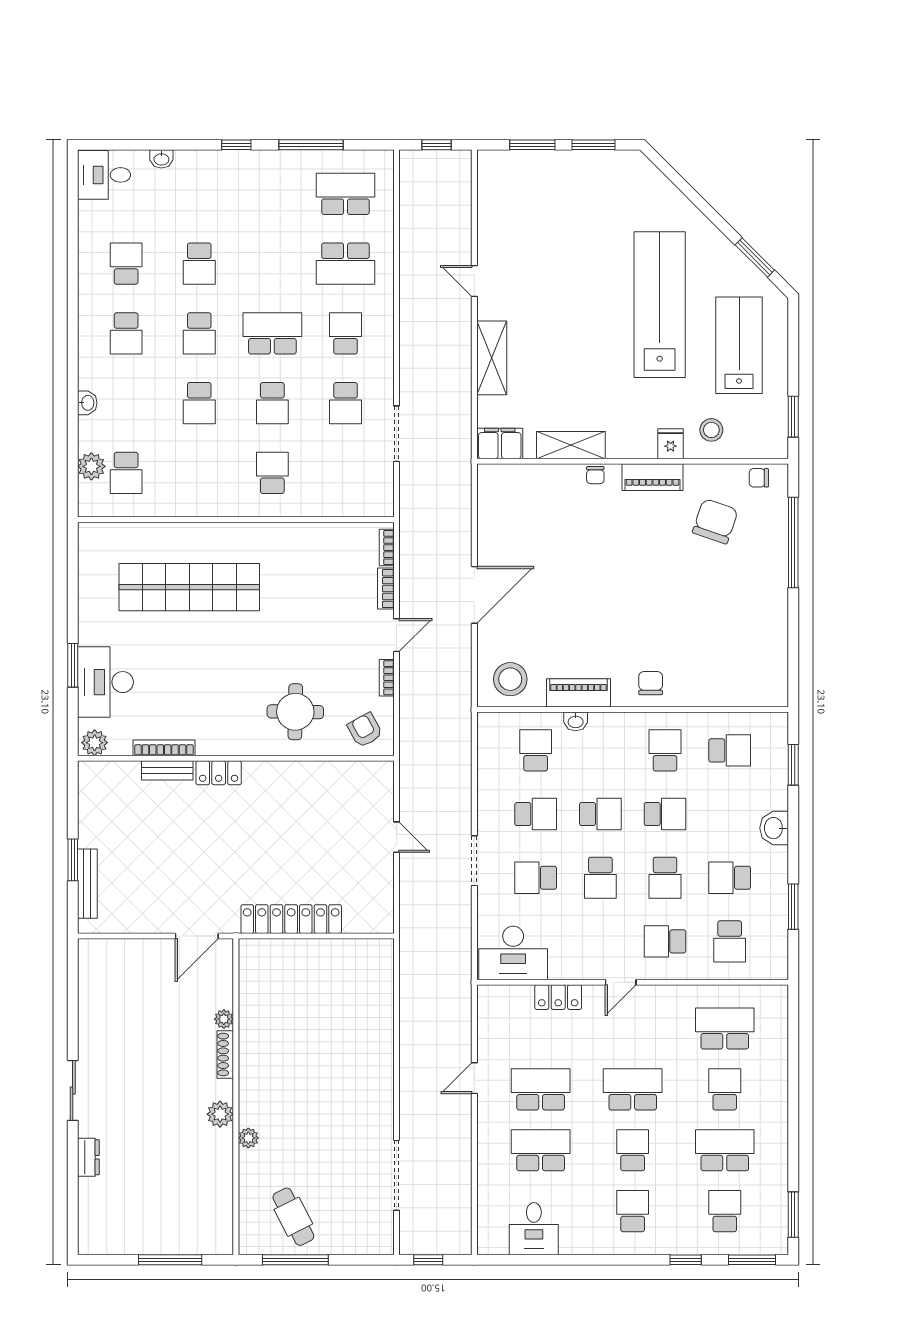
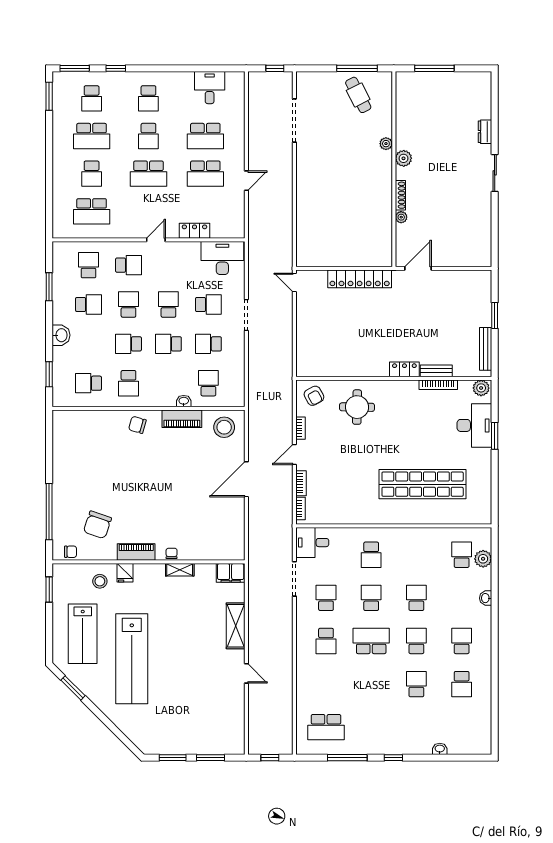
desk: (104, 175) -> (312, 543), moved, turned 180
school desk: (346, 264) -> (326, 684), removed
school desk: (272, 333) -> (371, 641), turned 180
shelving: (571, 445) -> (180, 570), width x0.67, depth x0.75
chair: (651, 683) -> (137, 425), turned 106
school desk: (536, 750) -> (208, 383), turned 180
door: (397, 837) -> (294, 282), moved
bench: (87, 884) -> (486, 349), moved

